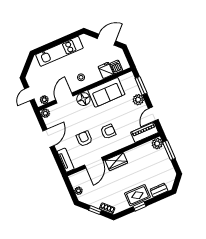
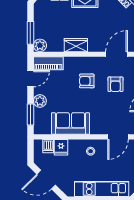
floor lamp: (83, 99) -> (98, 127), removed
wardrobe: (116, 162) -> (76, 45), moved

